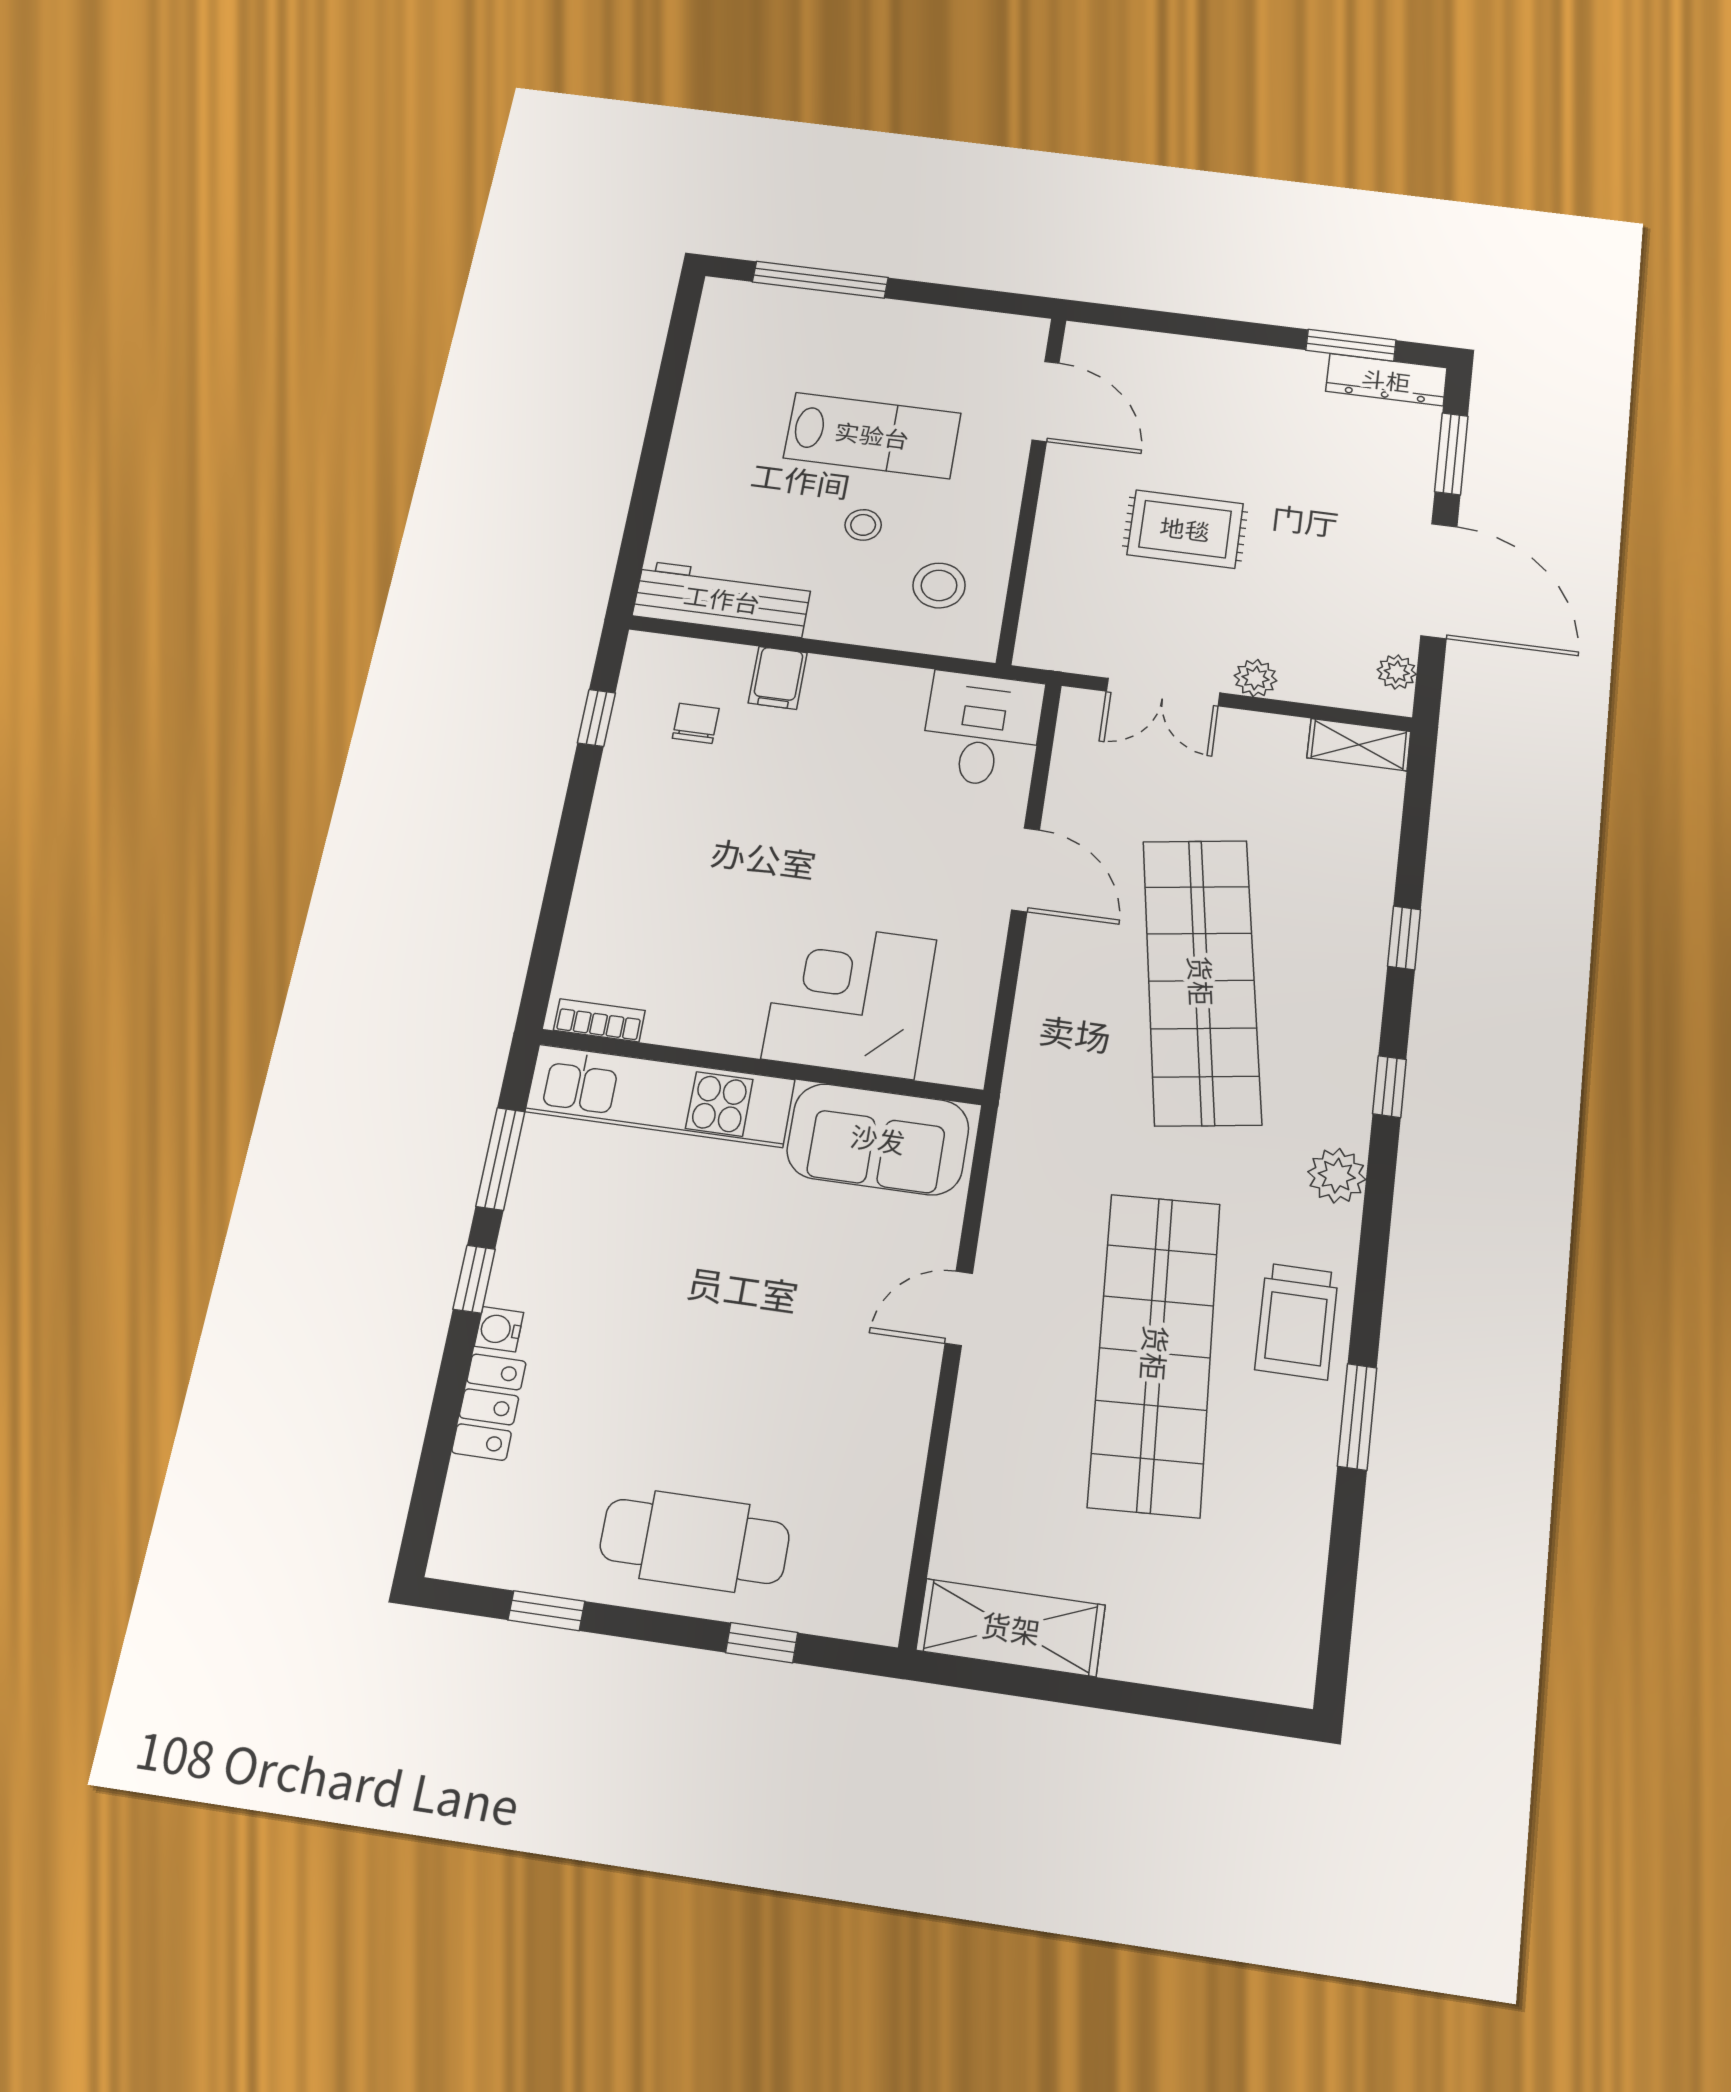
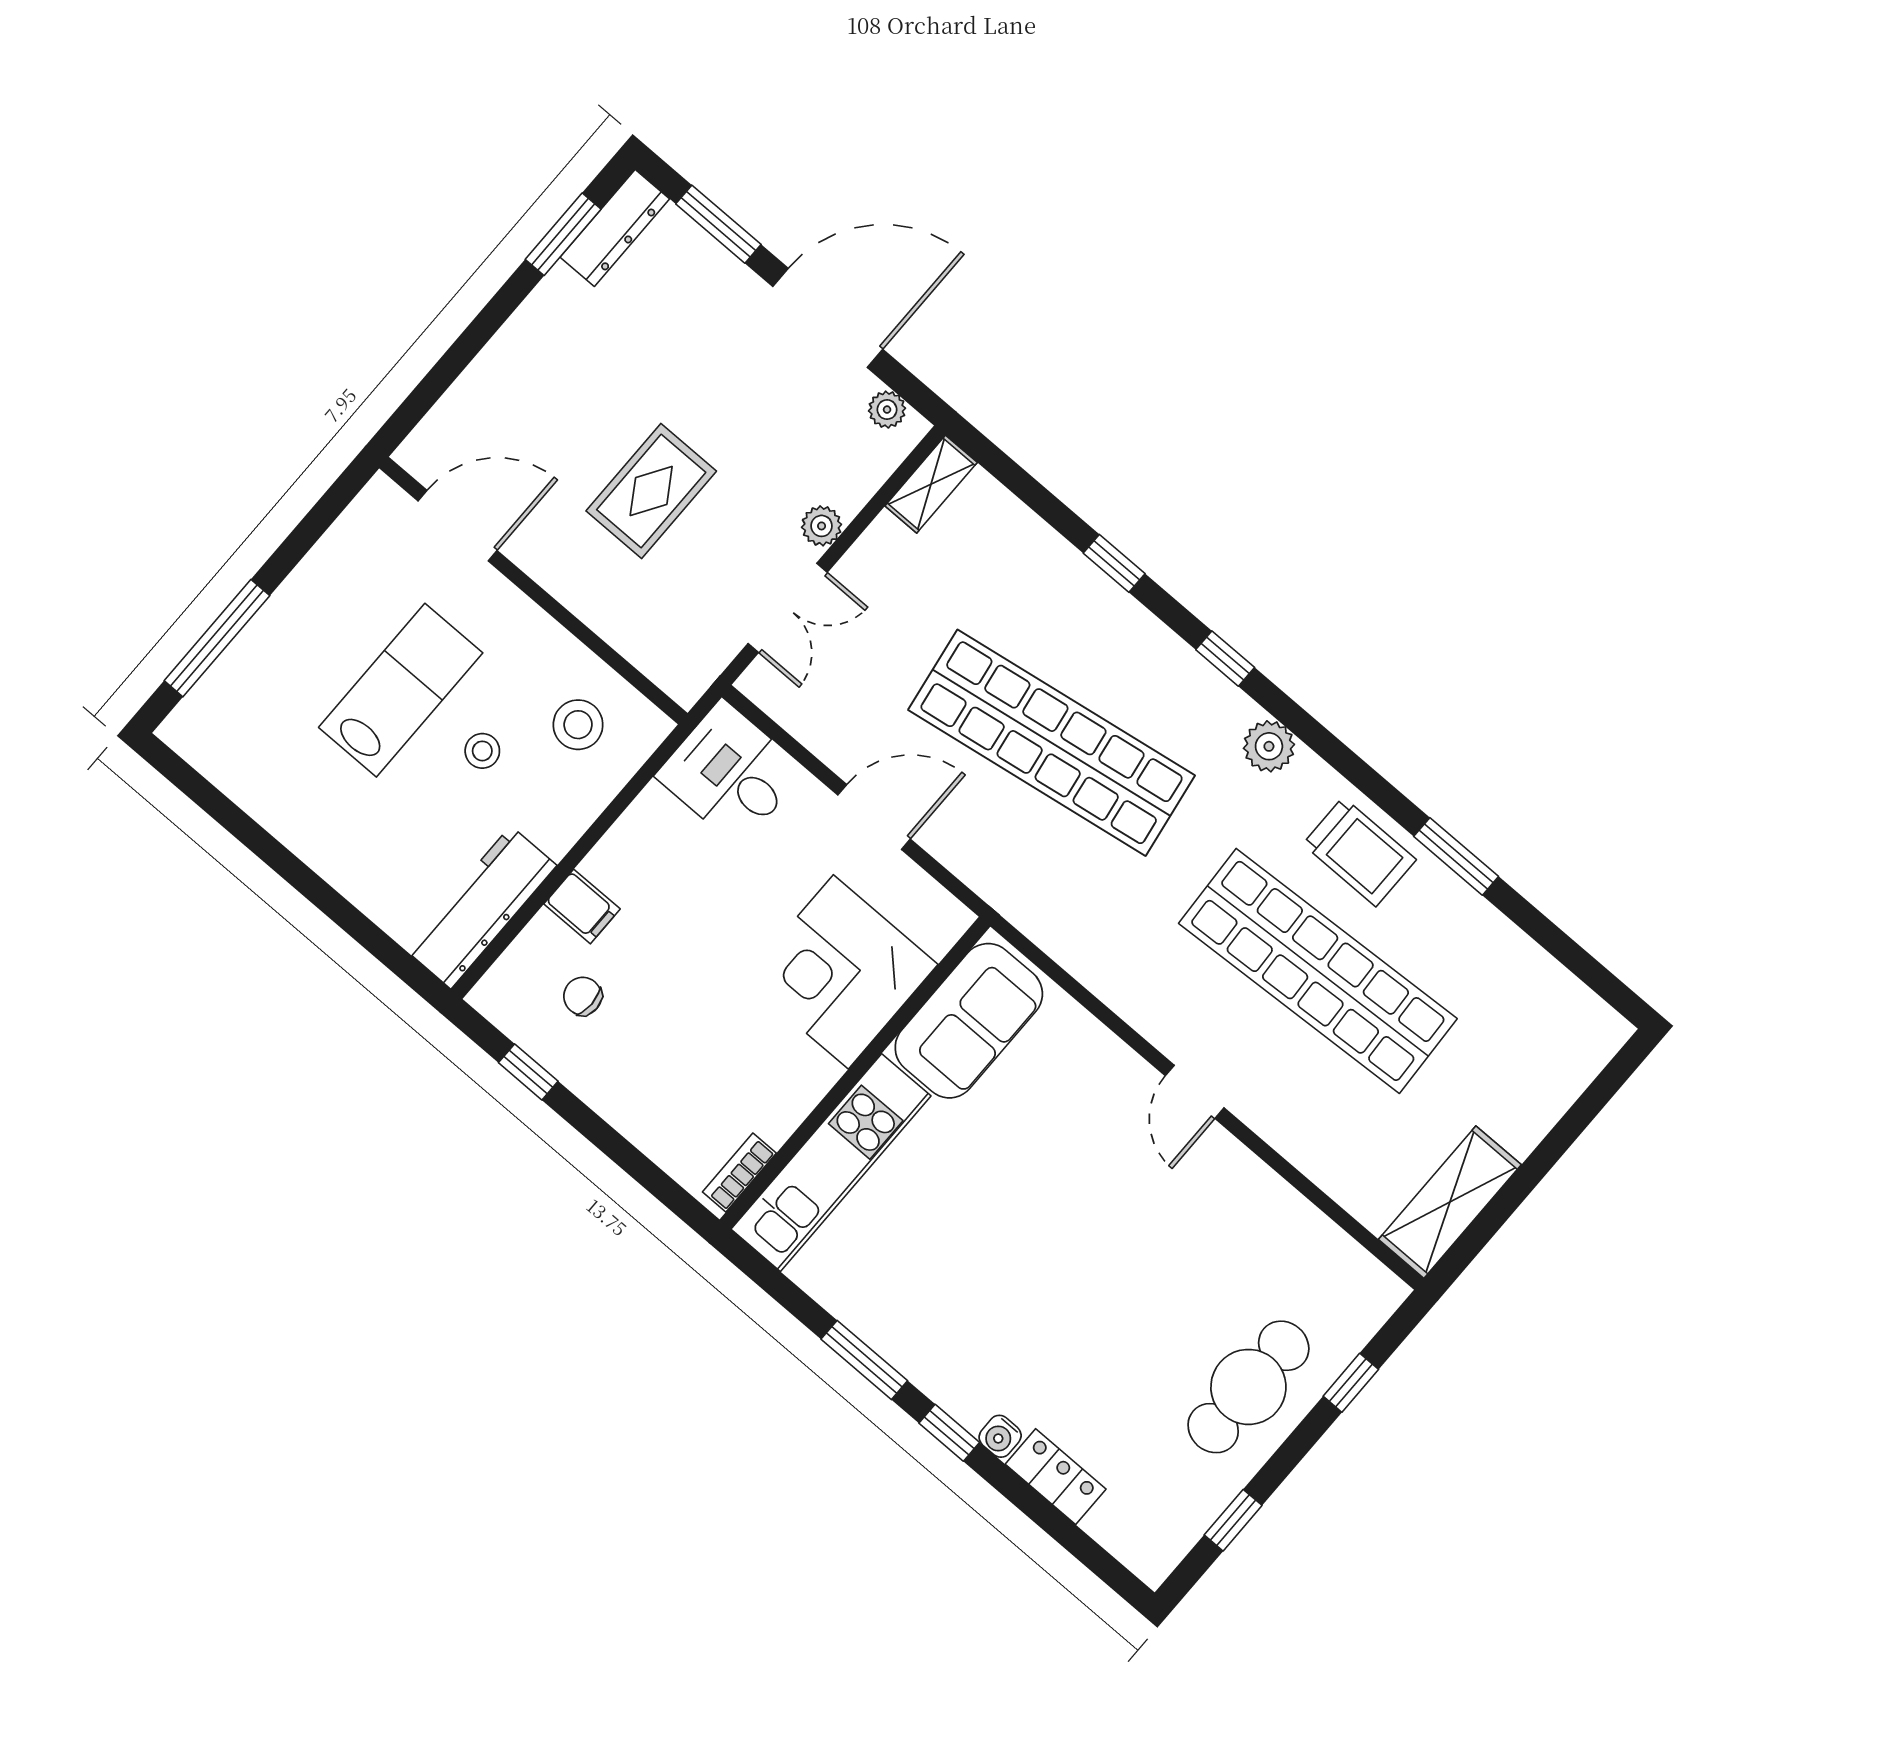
corner desk: (849, 999) -> (841, 972), moved
bookcase: (599, 1020) -> (739, 1173), moved
wall: (761, 1067) -> (855, 1073), moved
kitchen unit: (660, 1096) -> (831, 1163), moved
sofa: (878, 1139) -> (969, 1021), moved

